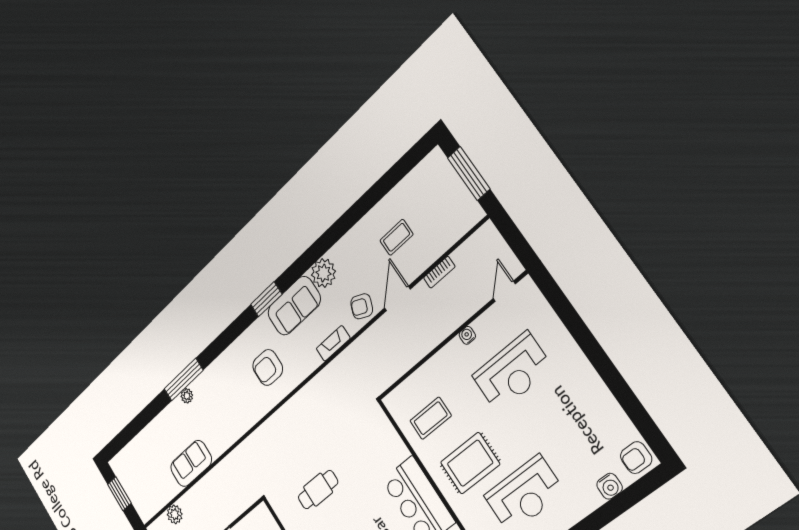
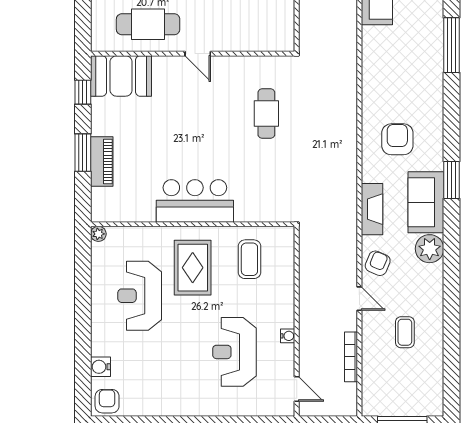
bookcase: (439, 272) -> (351, 357), width x1.56
door: (397, 298) -> (359, 299), width x0.73
fireplace: (333, 343) -> (372, 209), width x1.37, depth x1.32
plant: (187, 396) -> (436, 38), removed

